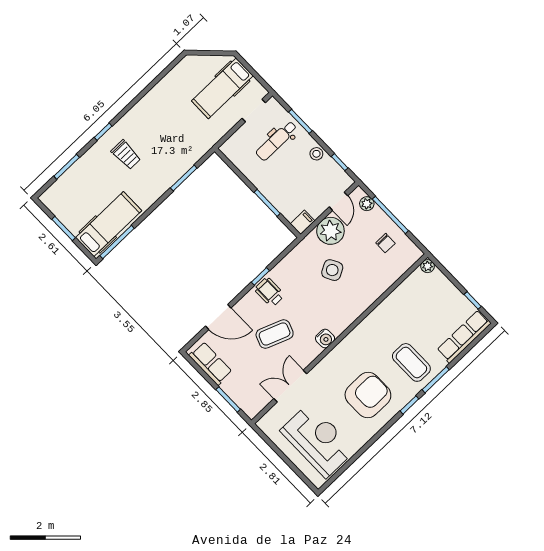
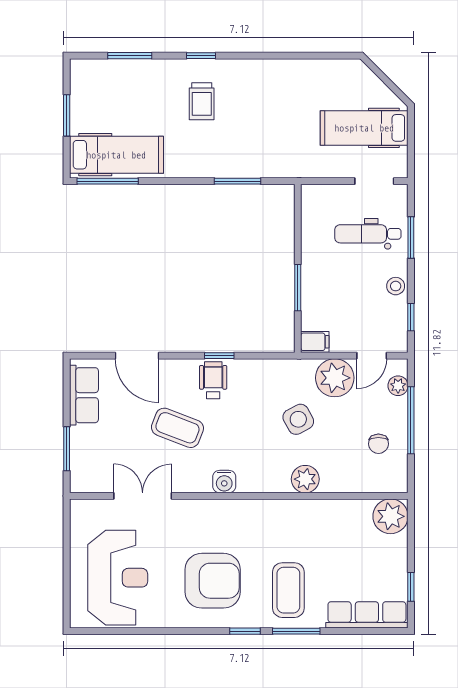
plant: (428, 266) -> (390, 516), width x1.87, depth x1.87
plant: (365, 297) -> (305, 479), added

